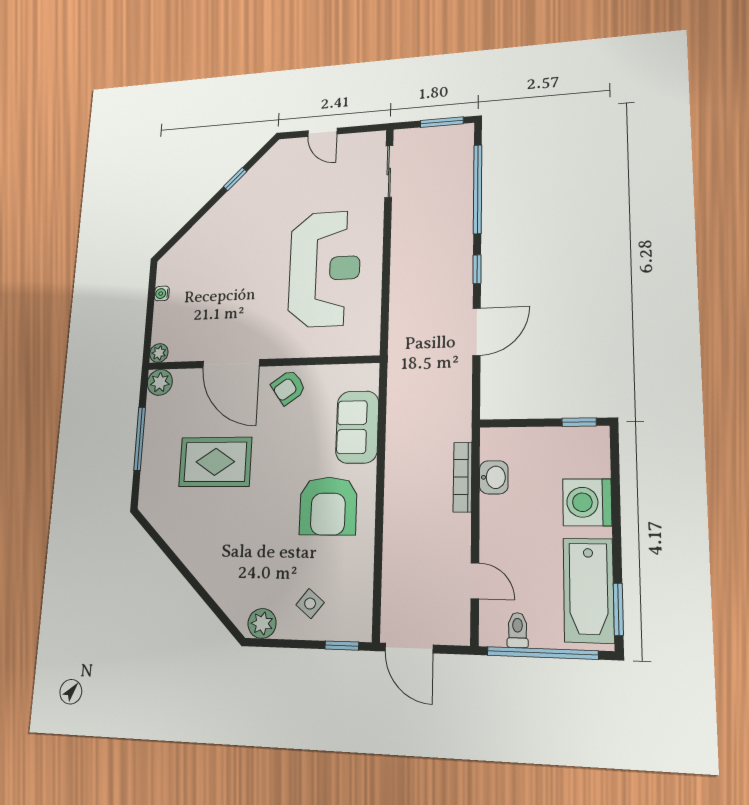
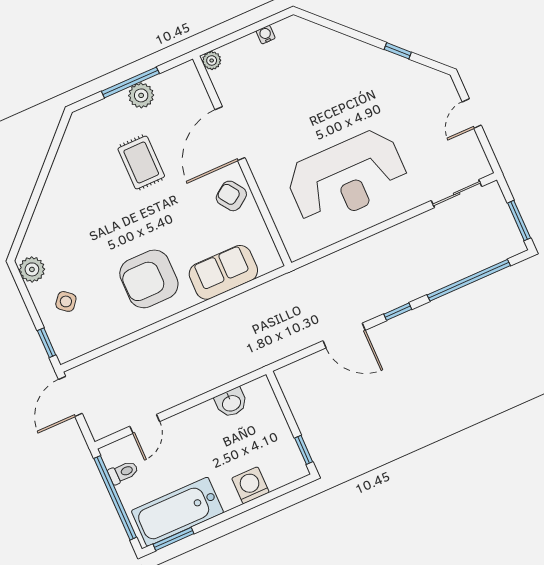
plant: (160, 382) -> (141, 95), moved
rug: (215, 462) -> (141, 163), width x0.73, depth x0.70
bookcase: (463, 477) -> (221, 378), removed
washing machine: (587, 502) -> (250, 485), width x0.73, depth x0.73

